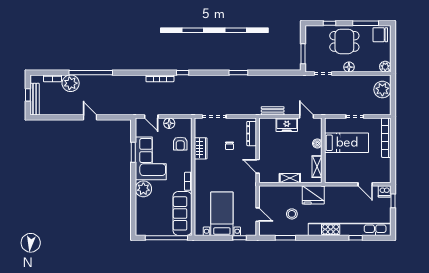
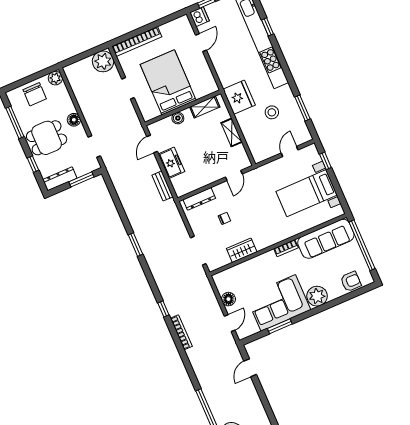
chair: (380, 35) -> (35, 94), moved
dresser: (310, 38) -> (60, 179), added
dining table: (344, 41) -> (47, 138), turned 90
plant: (382, 90) -> (103, 61), moved
door: (90, 117) -> (250, 368), moved
bed: (347, 143) -> (168, 82), width x1.50
armchair: (180, 144) -> (351, 281), moved

